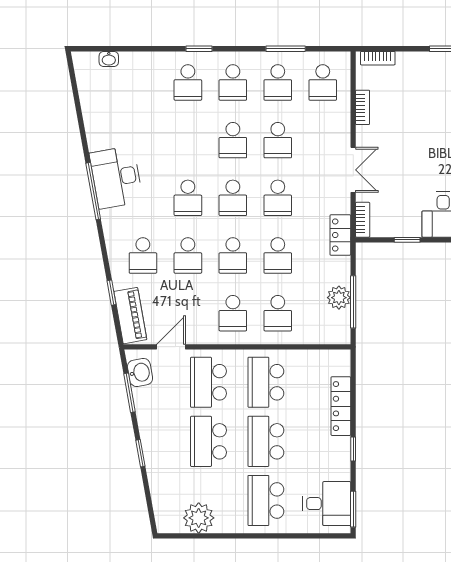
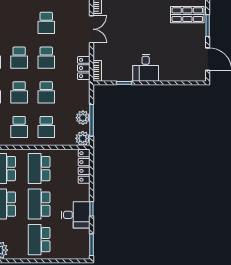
school desk: (233, 140) -> (19, 23), removed
double door: (353, 170) -> (92, 29), moved
locker: (340, 235) -> (84, 68), moved
plant: (339, 332) -> (83, 138), added
locker: (341, 406) -> (84, 166), moved
desk: (327, 504) -> (76, 215), moved

